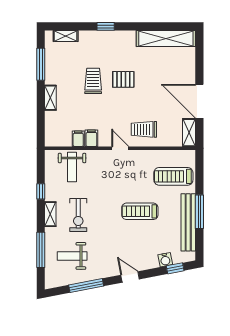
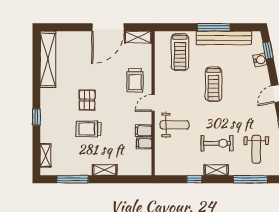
weight bench: (72, 167) -> (175, 125), moved

